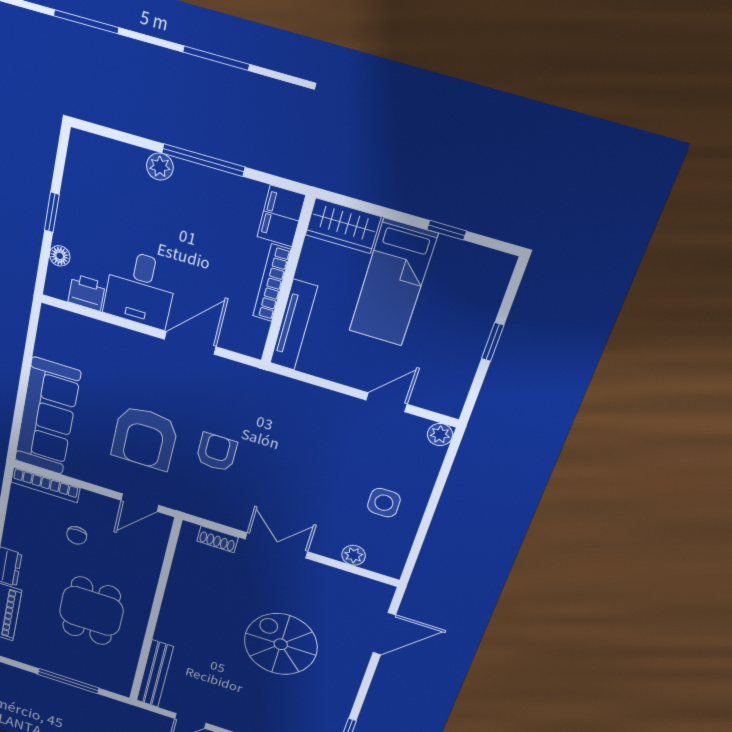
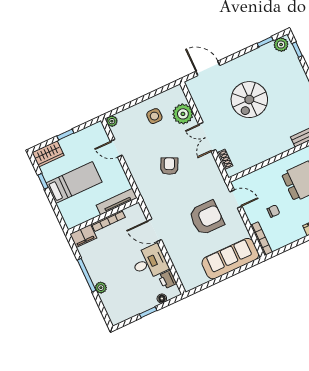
wardrobe: (343, 226) -> (48, 154), moved, turned 90
armchair: (217, 452) -> (169, 166), moved, turned 116
plant: (354, 555) -> (183, 114), width x1.88, depth x1.88

